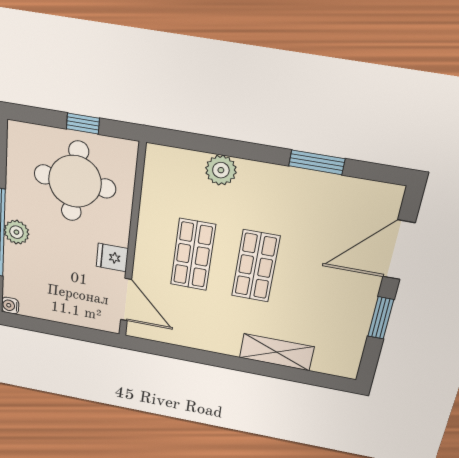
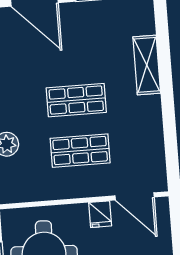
door: (126, 300) -> (135, 196), swing flipped

